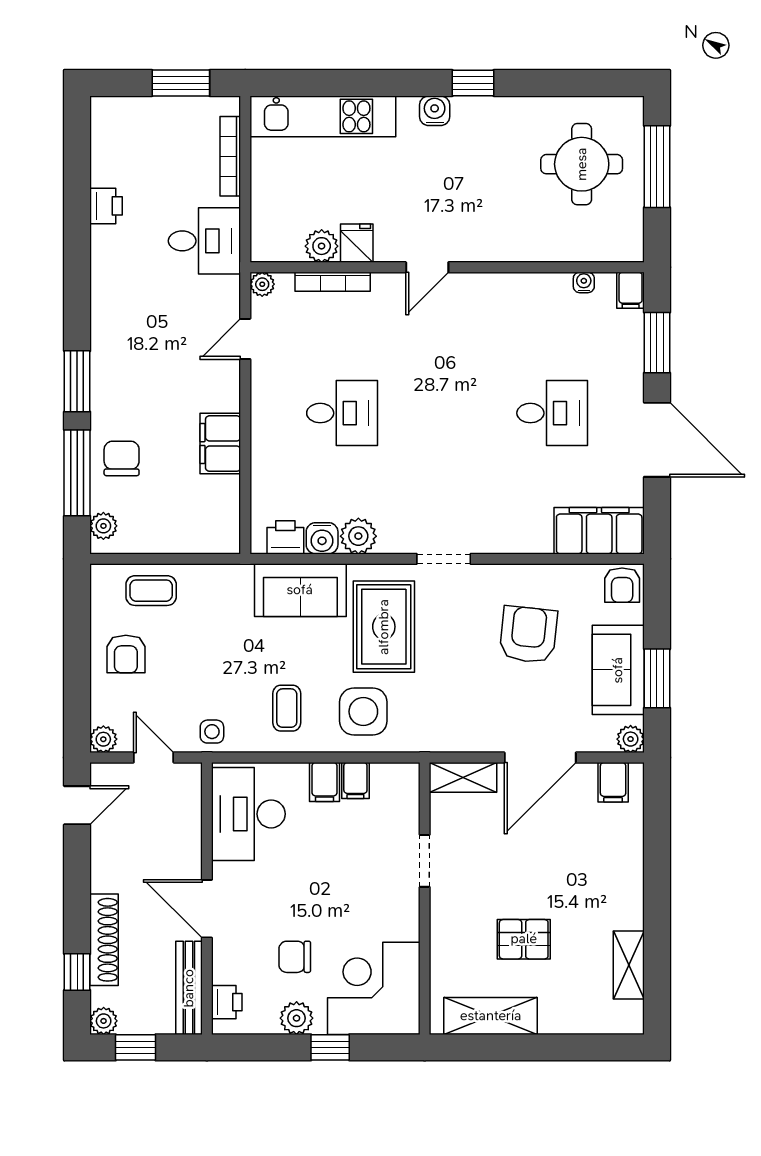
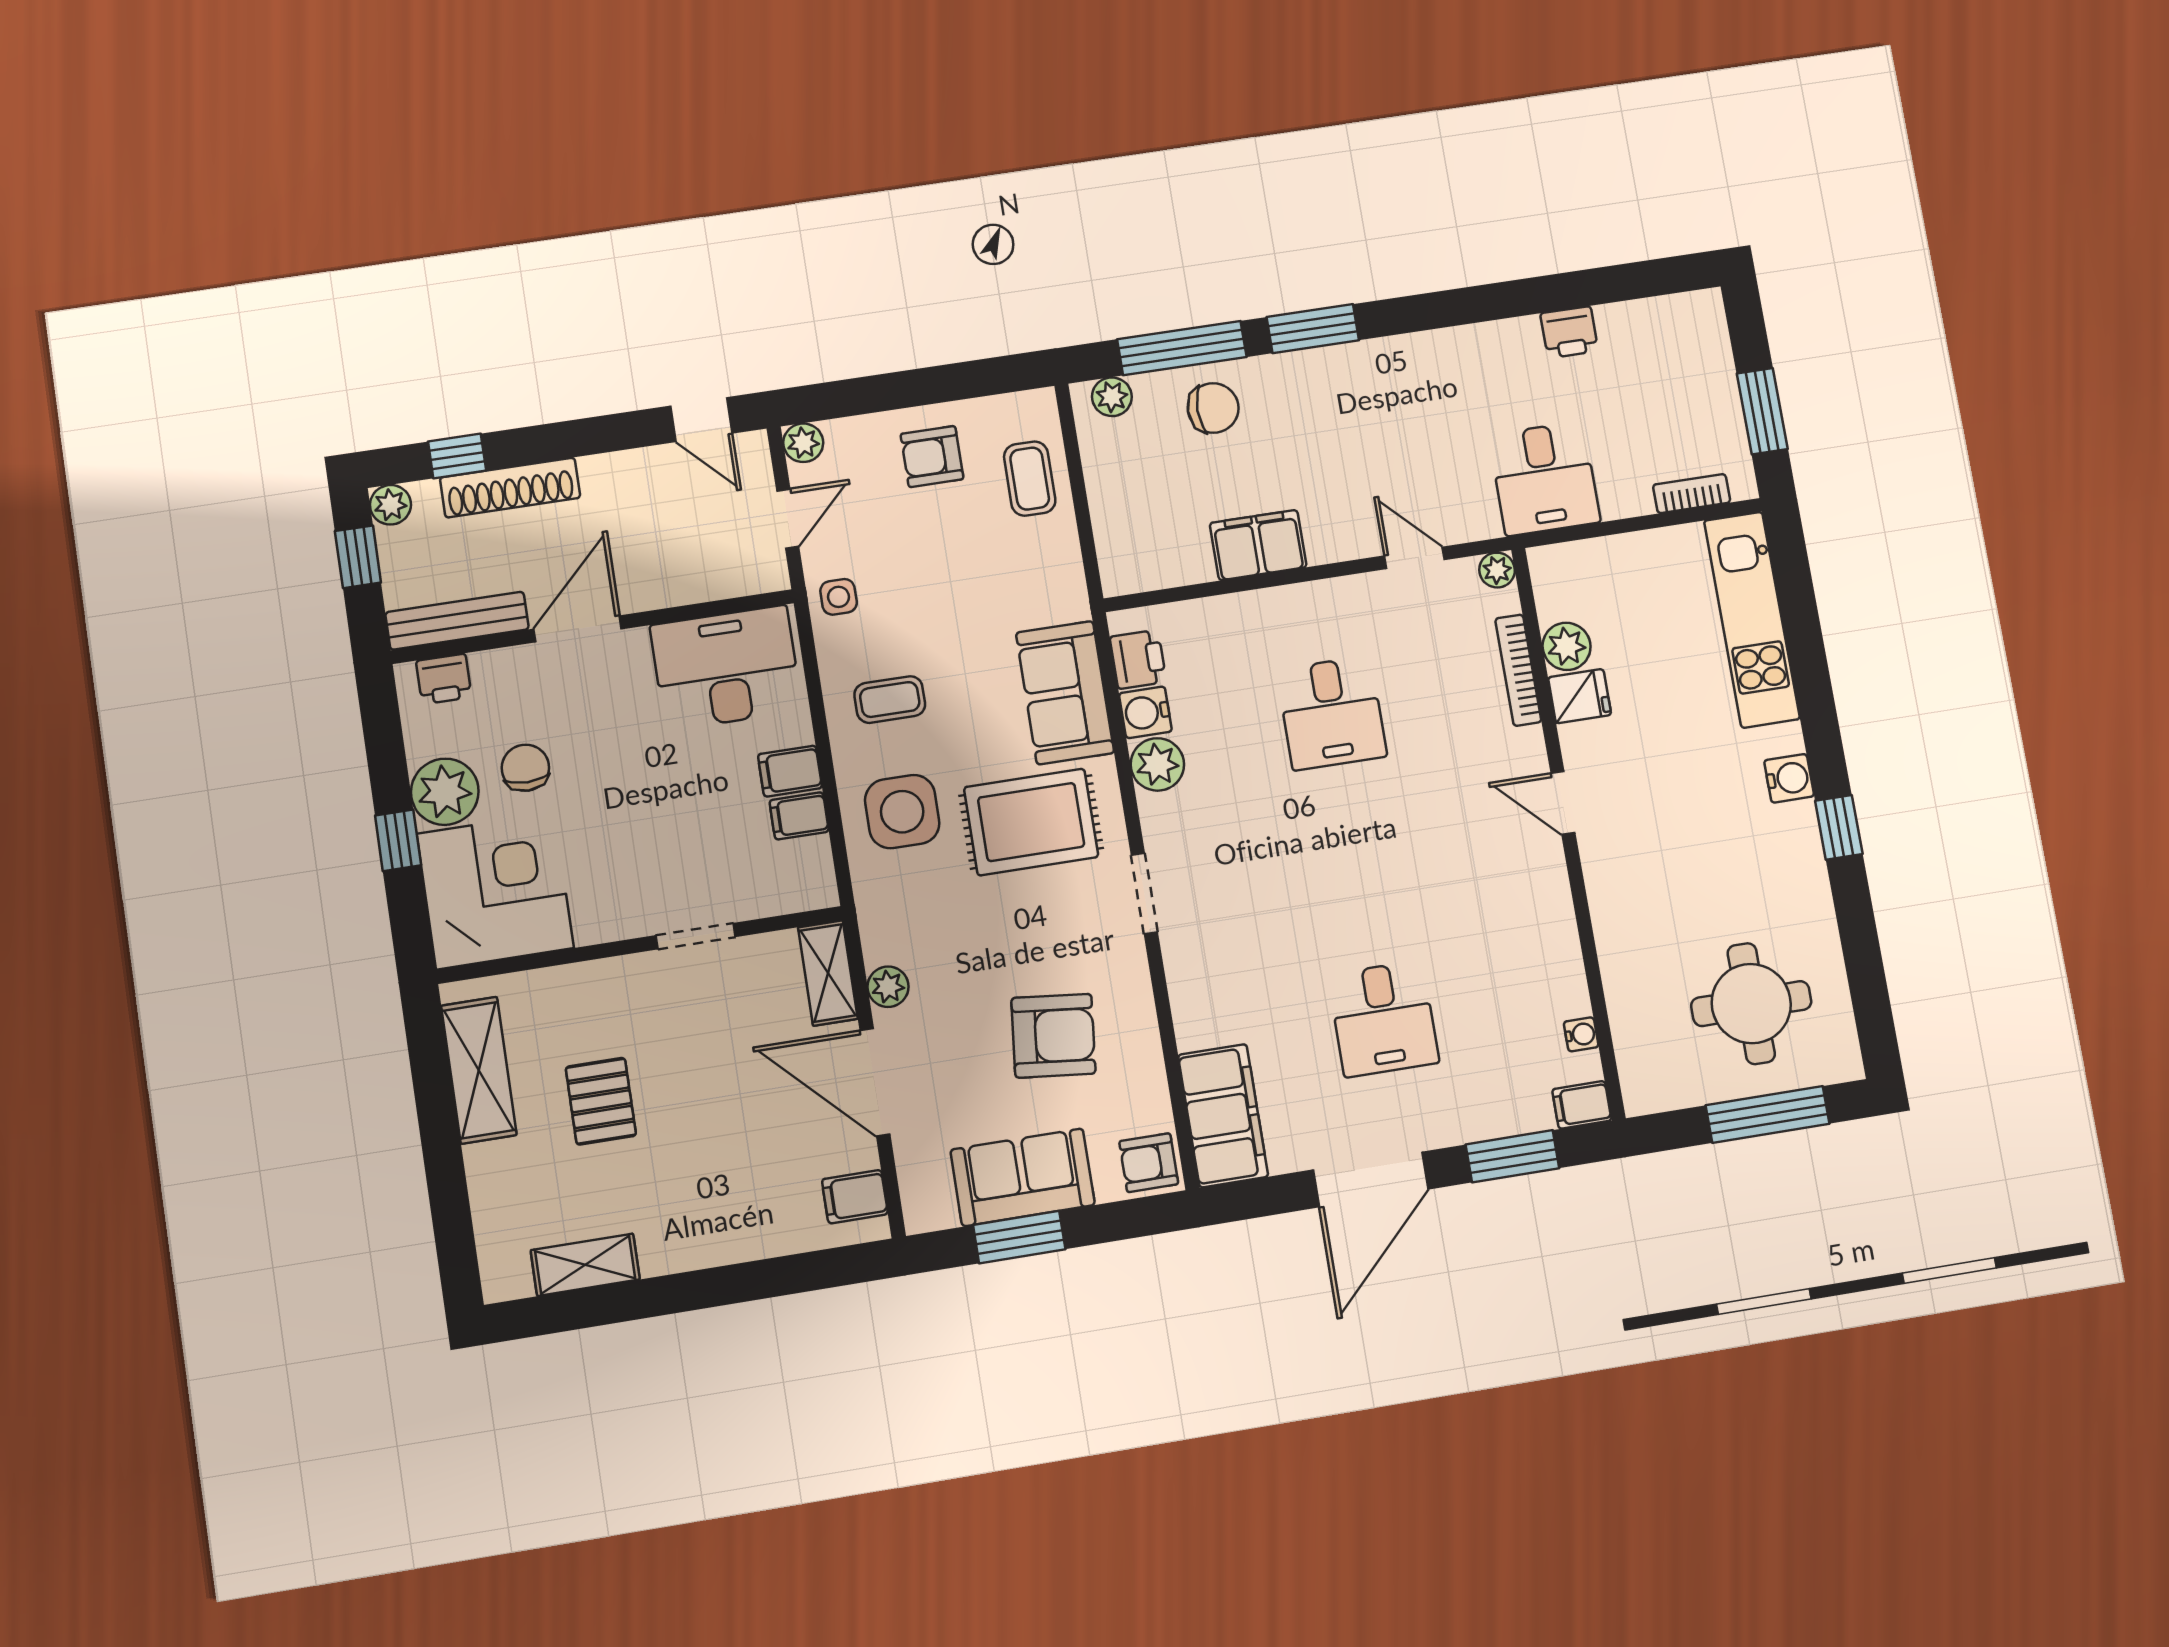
bookcase: (230, 156) -> (1692, 494), width x0.64
plant: (631, 739) -> (888, 987), moved
plant: (297, 1018) -> (445, 792), width x1.36, depth x1.36

